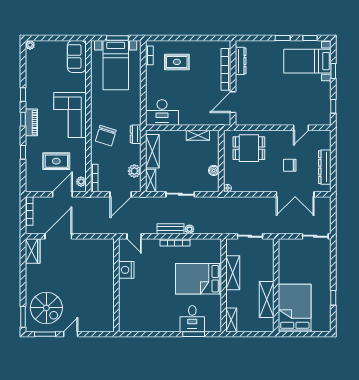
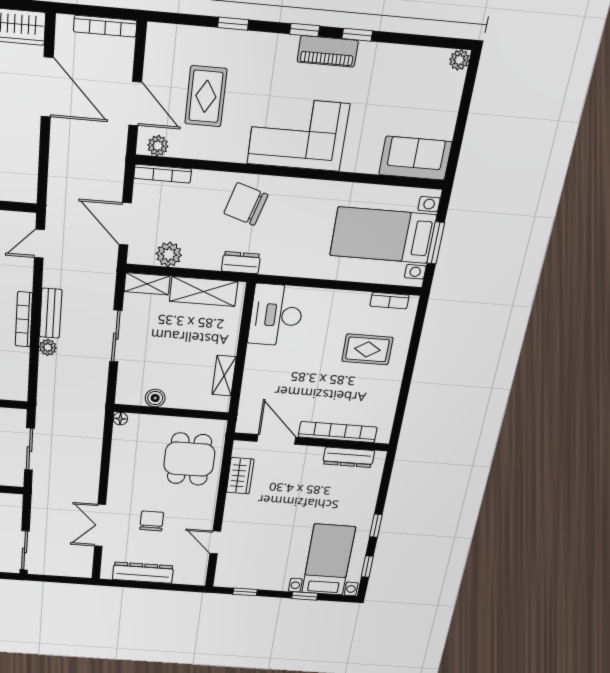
rug: (177, 62) -> (367, 349), turned 90
wardrobe: (257, 119) -> (240, 476), added
piano: (31, 122) -> (328, 51), moved
double door: (295, 194) -> (100, 525), width x0.73

